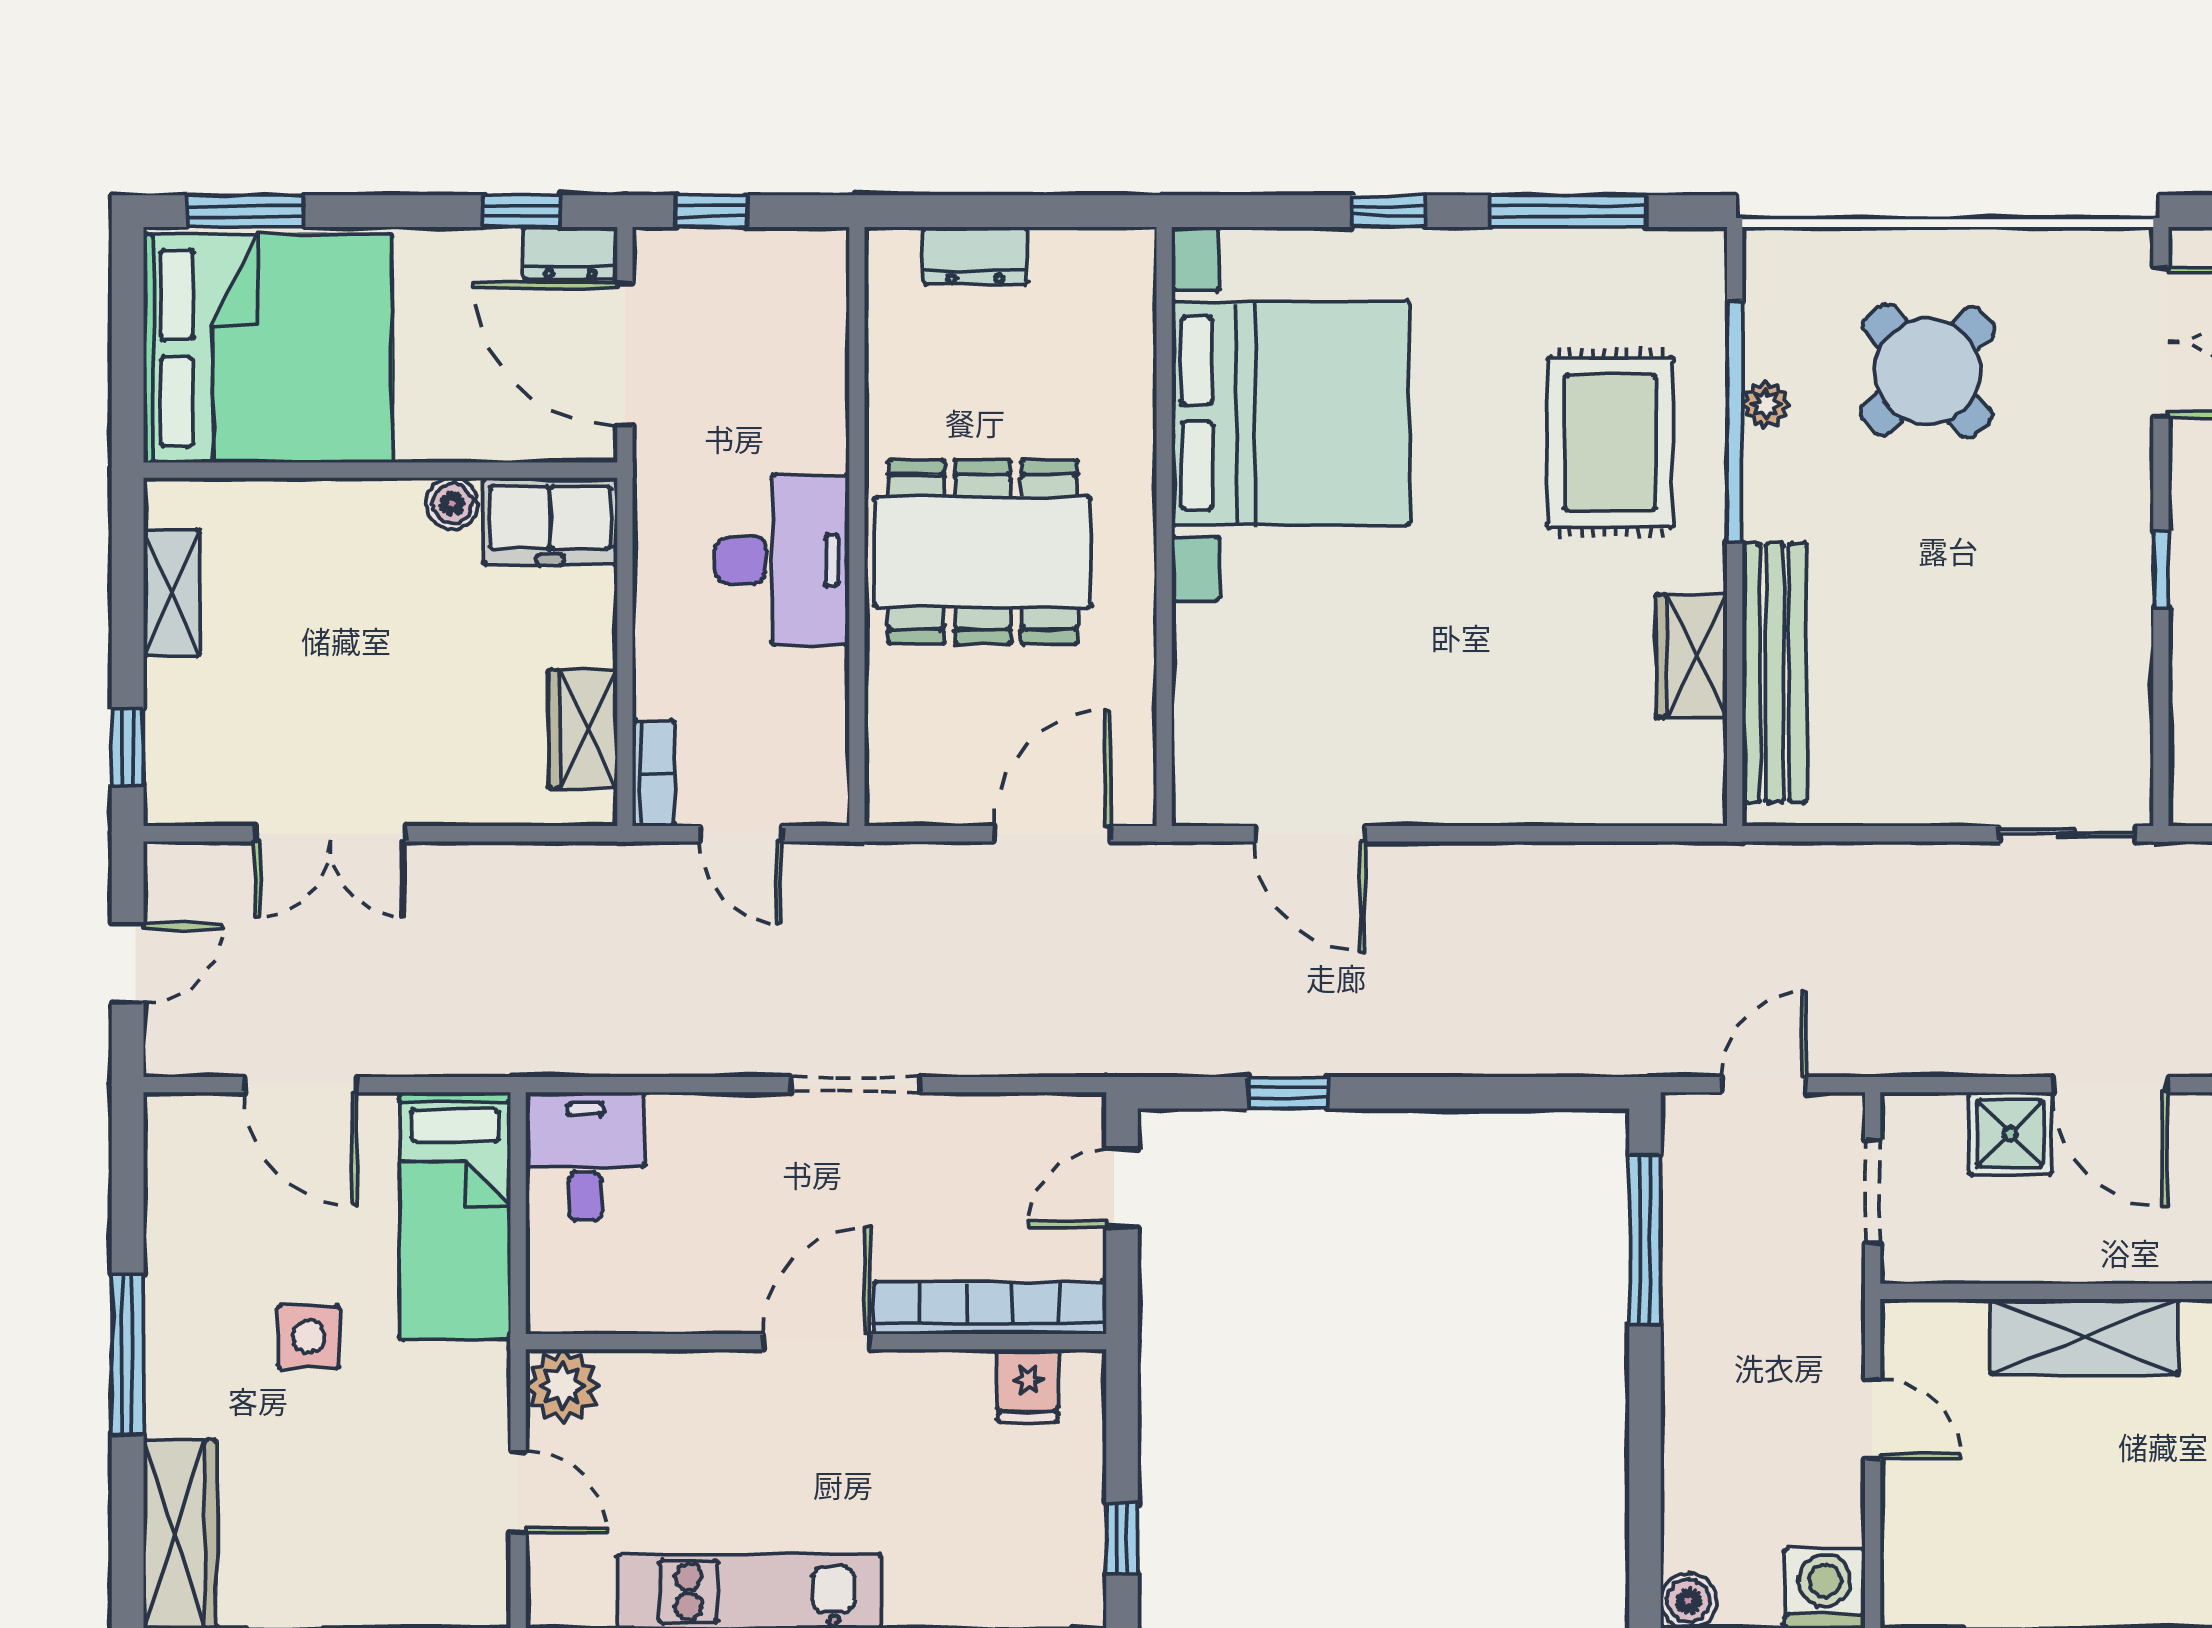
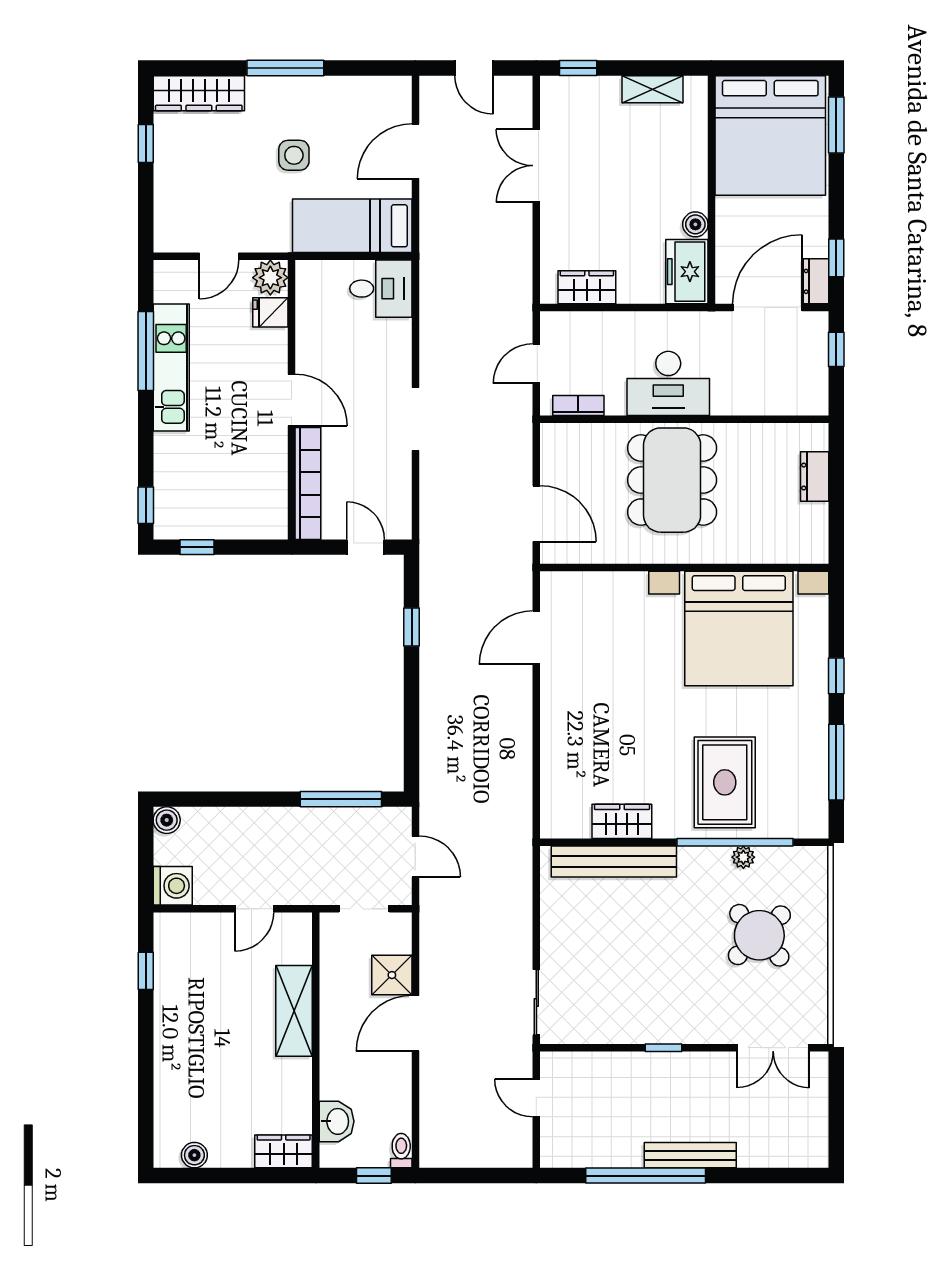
rug: (1610, 443) -> (725, 782), turned 90
bookcase: (653, 773) -> (578, 406), moved, turned 180
fridge: (1028, 1386) -> (270, 312), moved

